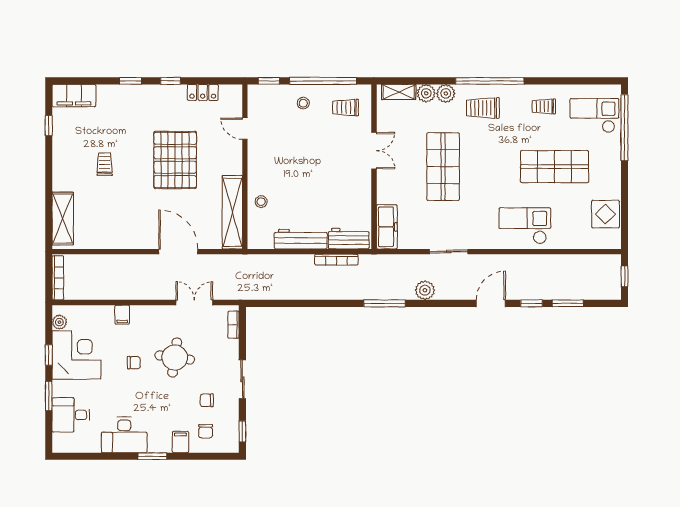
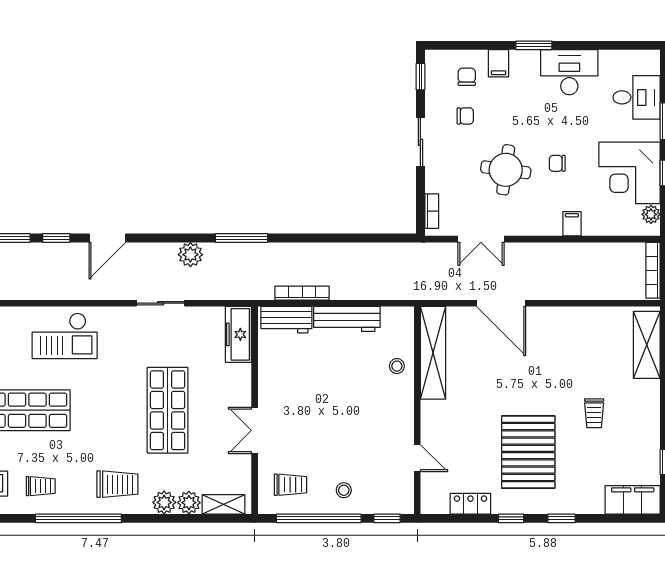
window: (490, 81) -> (78, 518), moved
pallet: (175, 160) -> (528, 452), moved

